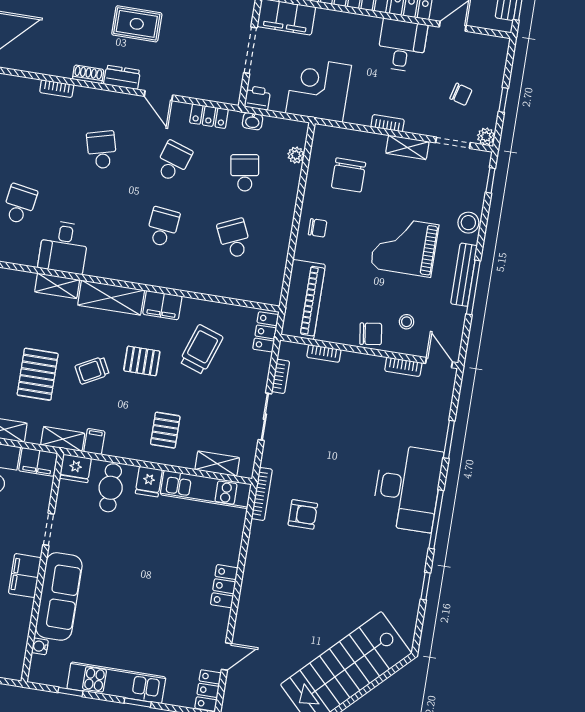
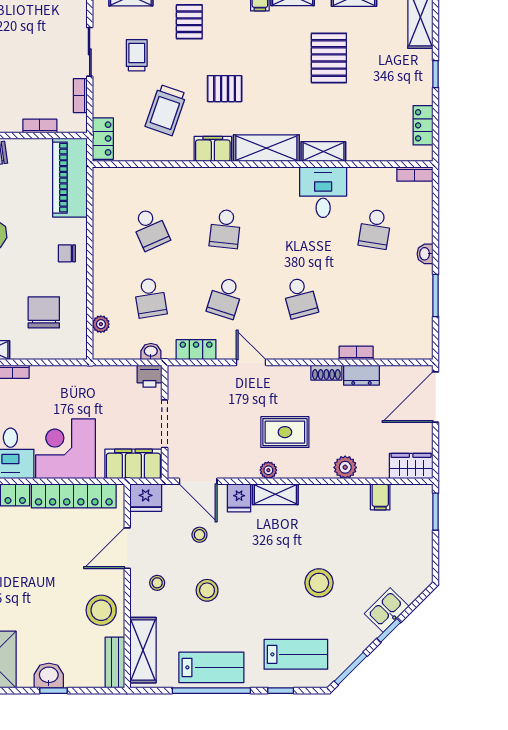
dresser: (122, 77) -> (361, 375), moved
corner desk: (318, 89) -> (66, 449), moved, turned 180
trolley: (92, 370) -> (137, 55), moved, turned -62

